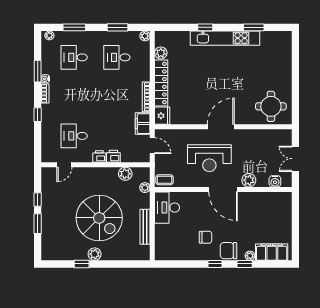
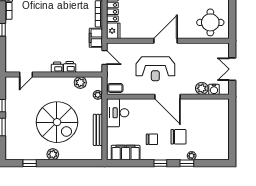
desk: (74, 136) -> (35, 49), removed
plant: (249, 180) -> (202, 88), moved
chair: (229, 251) -> (178, 137), moved, turned 180
filing cabinet: (272, 252) -> (126, 153), moved
window: (82, 264) -> (30, 163), moved

